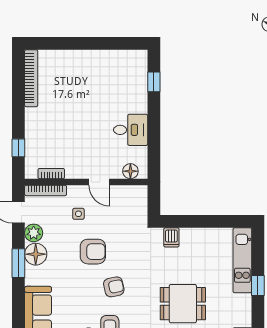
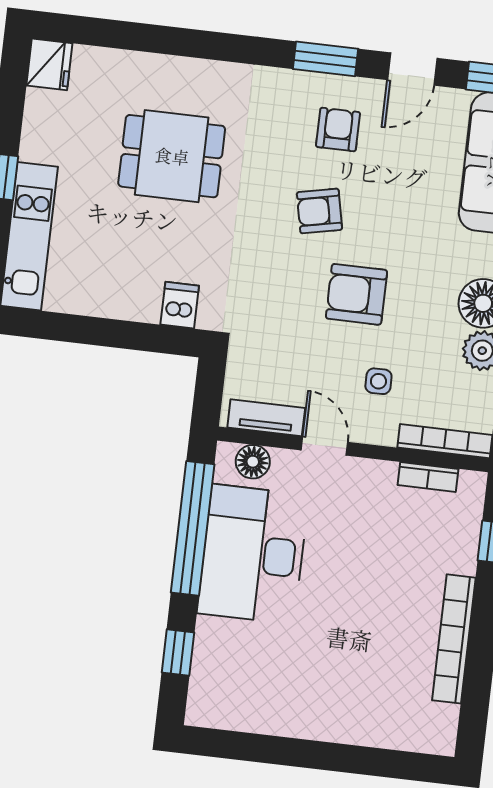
bookcase: (31, 78) -> (454, 639), moved
desk: (131, 130) -> (253, 554), width x1.87, depth x1.30
window: (154, 138) -> (193, 528), added
tv unit: (127, 192) -> (266, 418), added

